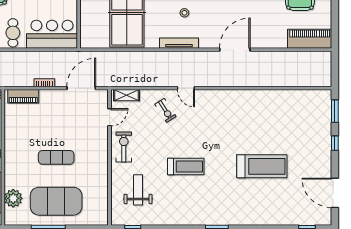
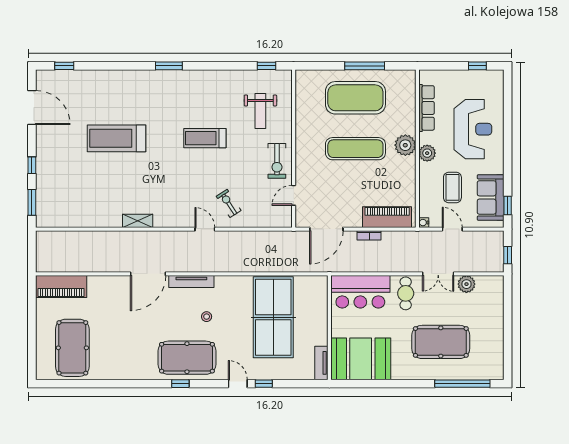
tv unit: (179, 43) -> (191, 282), moved
shelving: (127, 95) -> (138, 221), moved
piano: (23, 96) -> (387, 217), width x1.37, depth x1.33
exercise mat: (56, 157) -> (355, 149), width x1.36, depth x1.45
plant: (13, 198) -> (405, 145), moved

